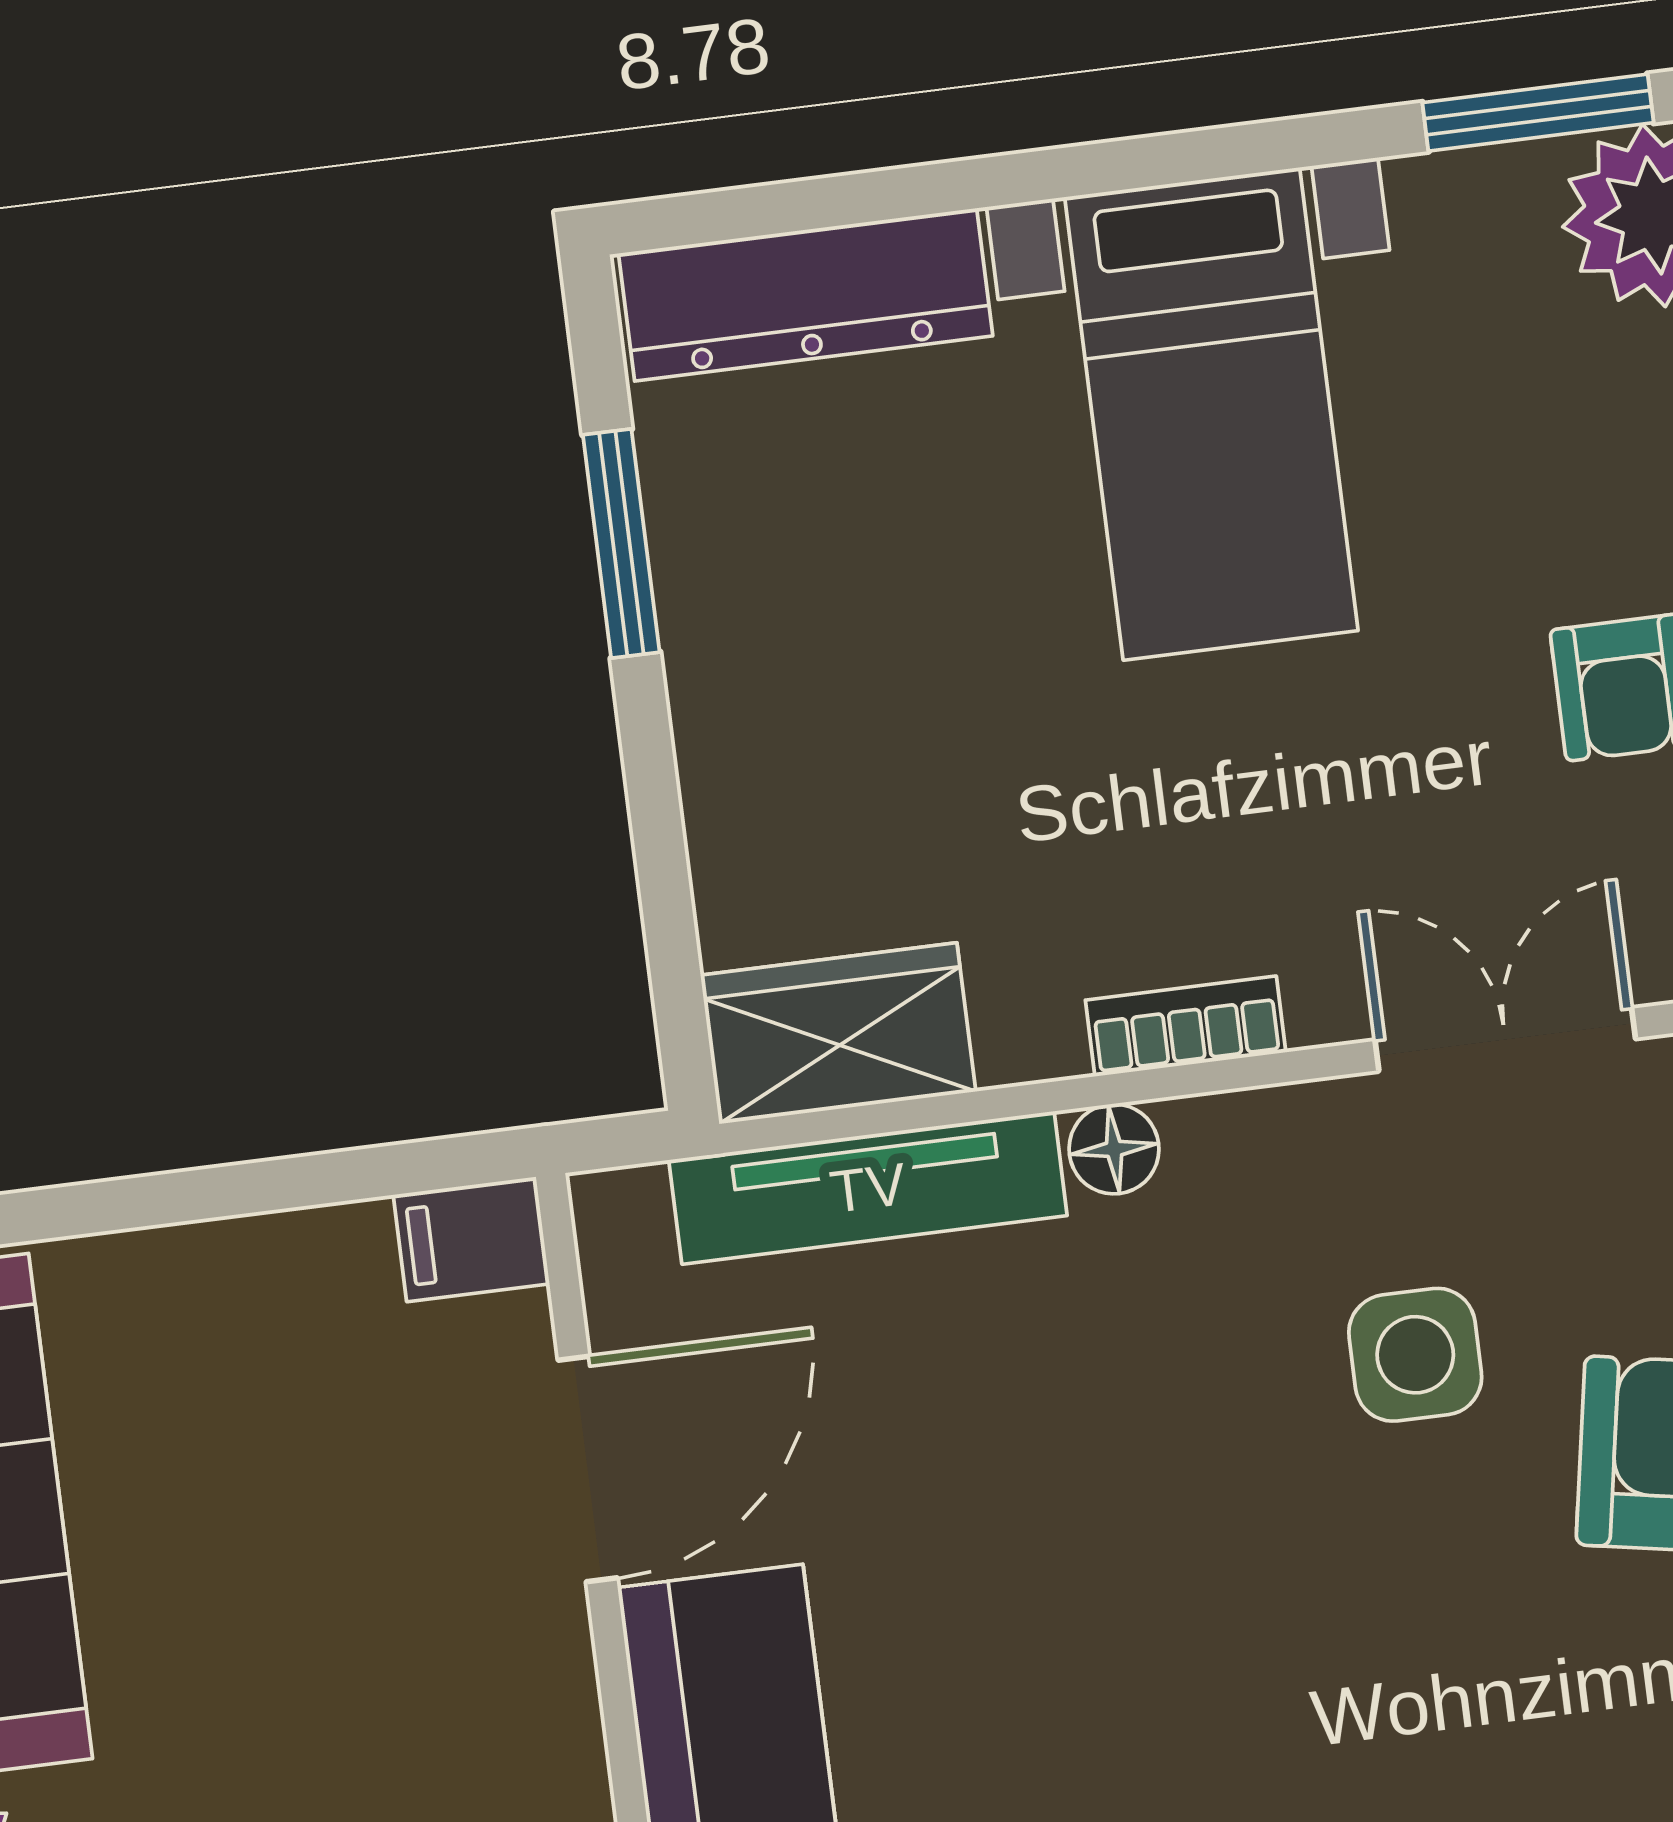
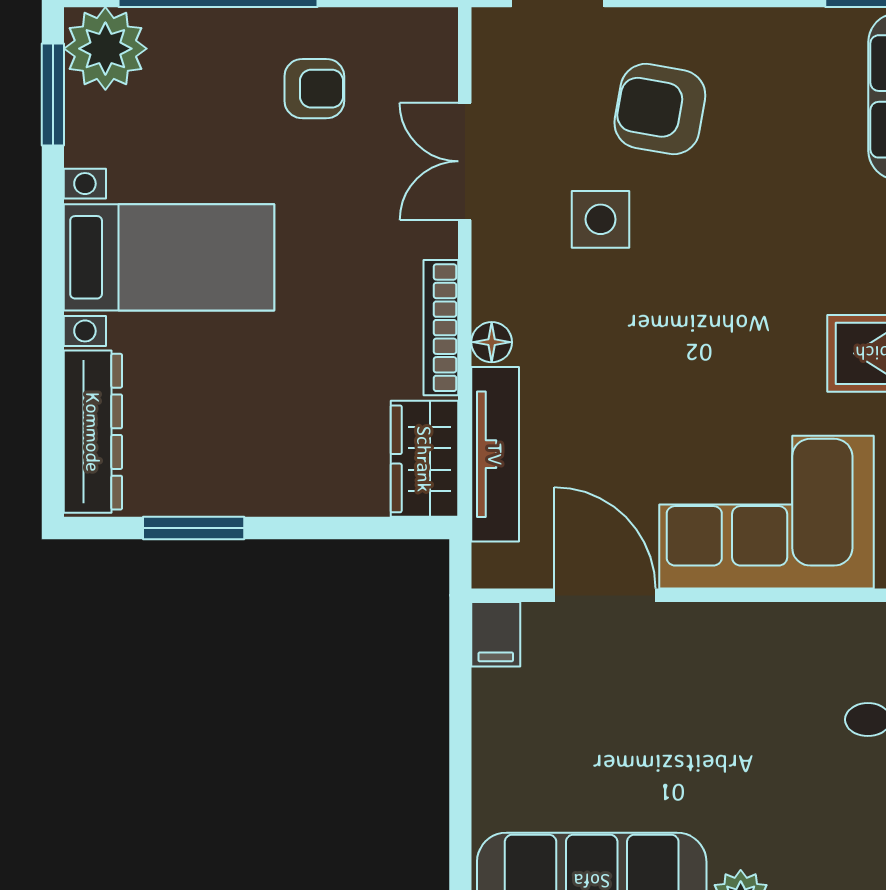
bookcase: (1186, 1026) -> (441, 328), width x1.56

